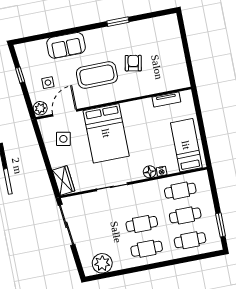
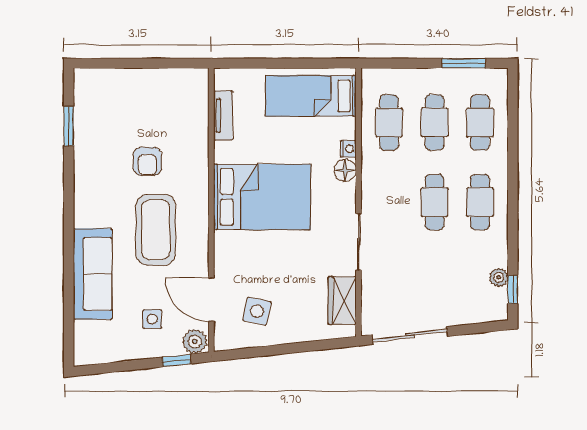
window: (118, 22) -> (69, 126), moved
sofa: (66, 45) -> (93, 274), width x1.36
armchair: (133, 63) -> (147, 161), turned -101
window: (20, 75) -> (176, 360), moved
bed: (106, 133) -> (262, 197), moved
wardrobe: (64, 181) -> (342, 300), moved, turned -84
plant: (102, 263) -> (499, 277), width x0.53, depth x0.53
window: (102, 276) -> (513, 290), added

